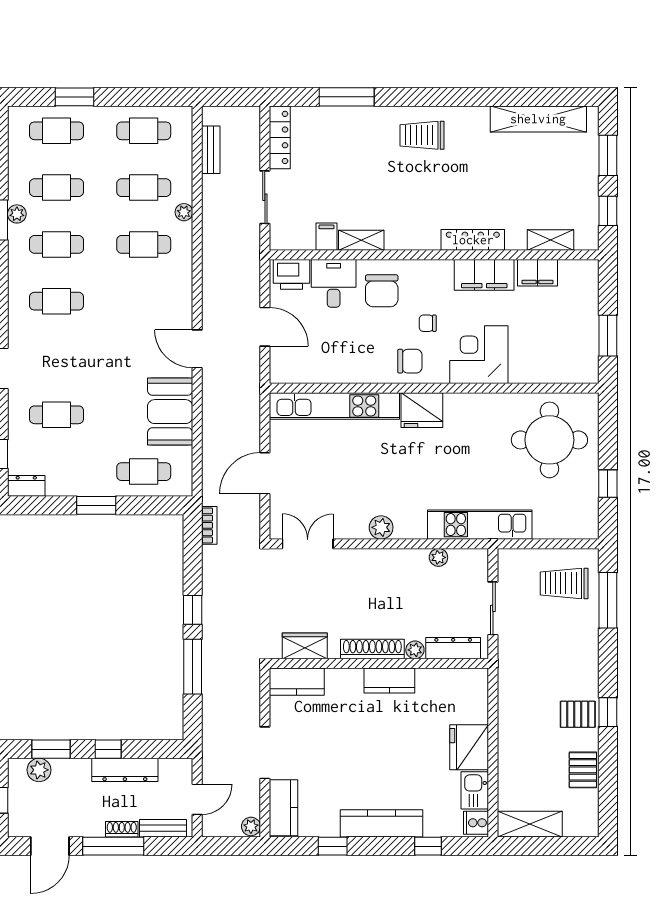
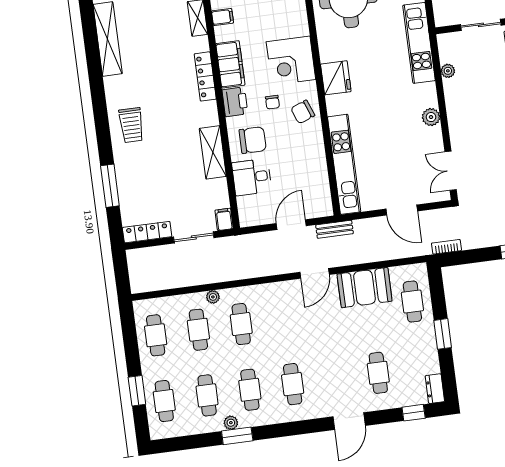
bench: (211, 150) -> (335, 229), moved
filing cabinet: (326, 237) -> (224, 219), moved, turned 90
shelving: (361, 240) -> (213, 152), width x1.50, depth x1.33
filing cabinet: (537, 273) -> (222, 17), width x0.50
printer: (291, 274) -> (235, 102), moved
chair: (410, 361) -> (303, 112), turned -111
fridge: (422, 410) -> (336, 78), moved

